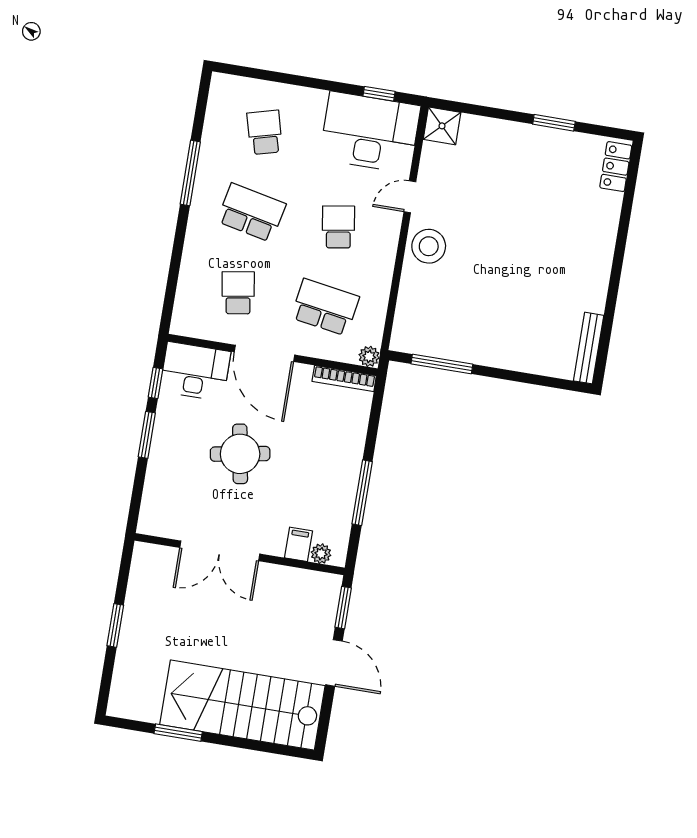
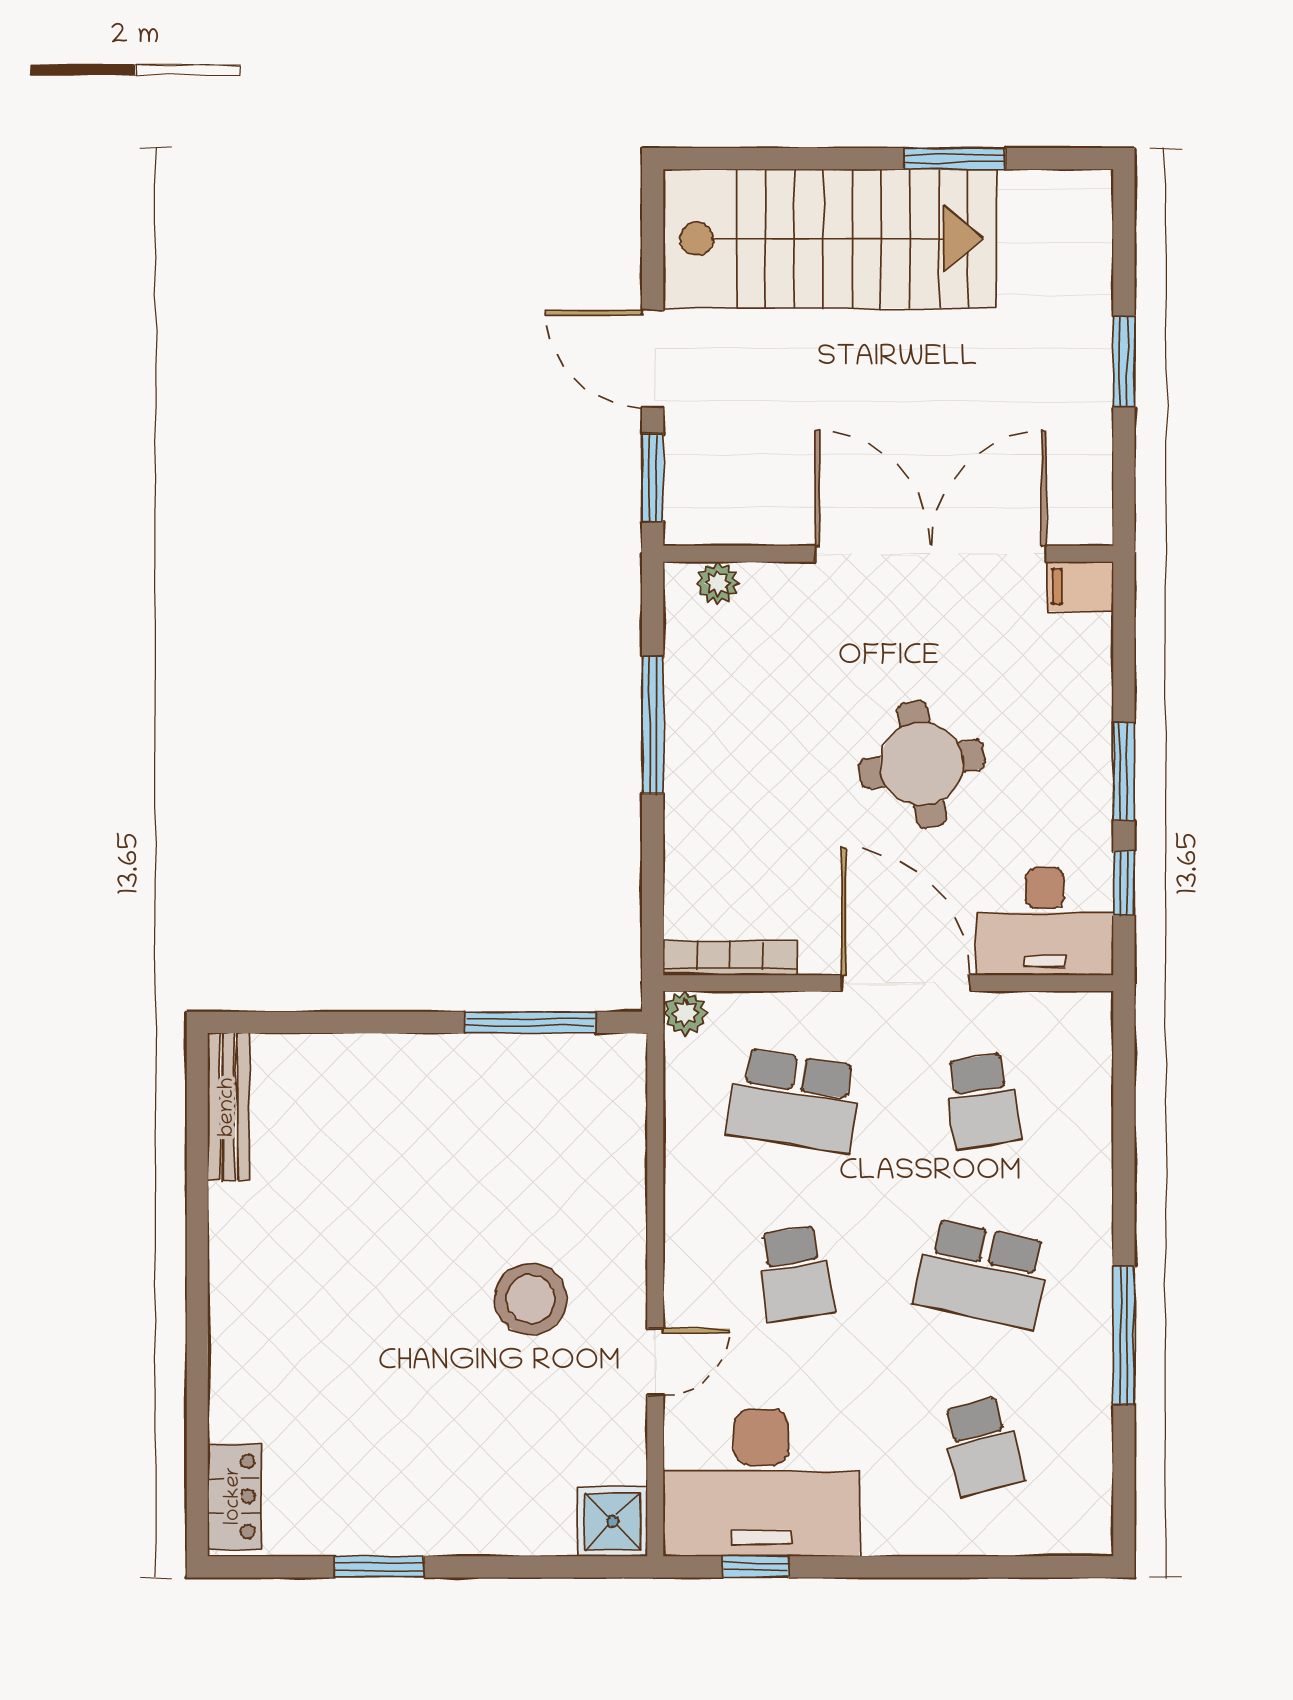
stool: (429, 246) -> (531, 1299), moved
filing cabinet: (299, 544) -> (1080, 586), moved, turned 90
double door: (220, 551) -> (931, 554), width x1.36

